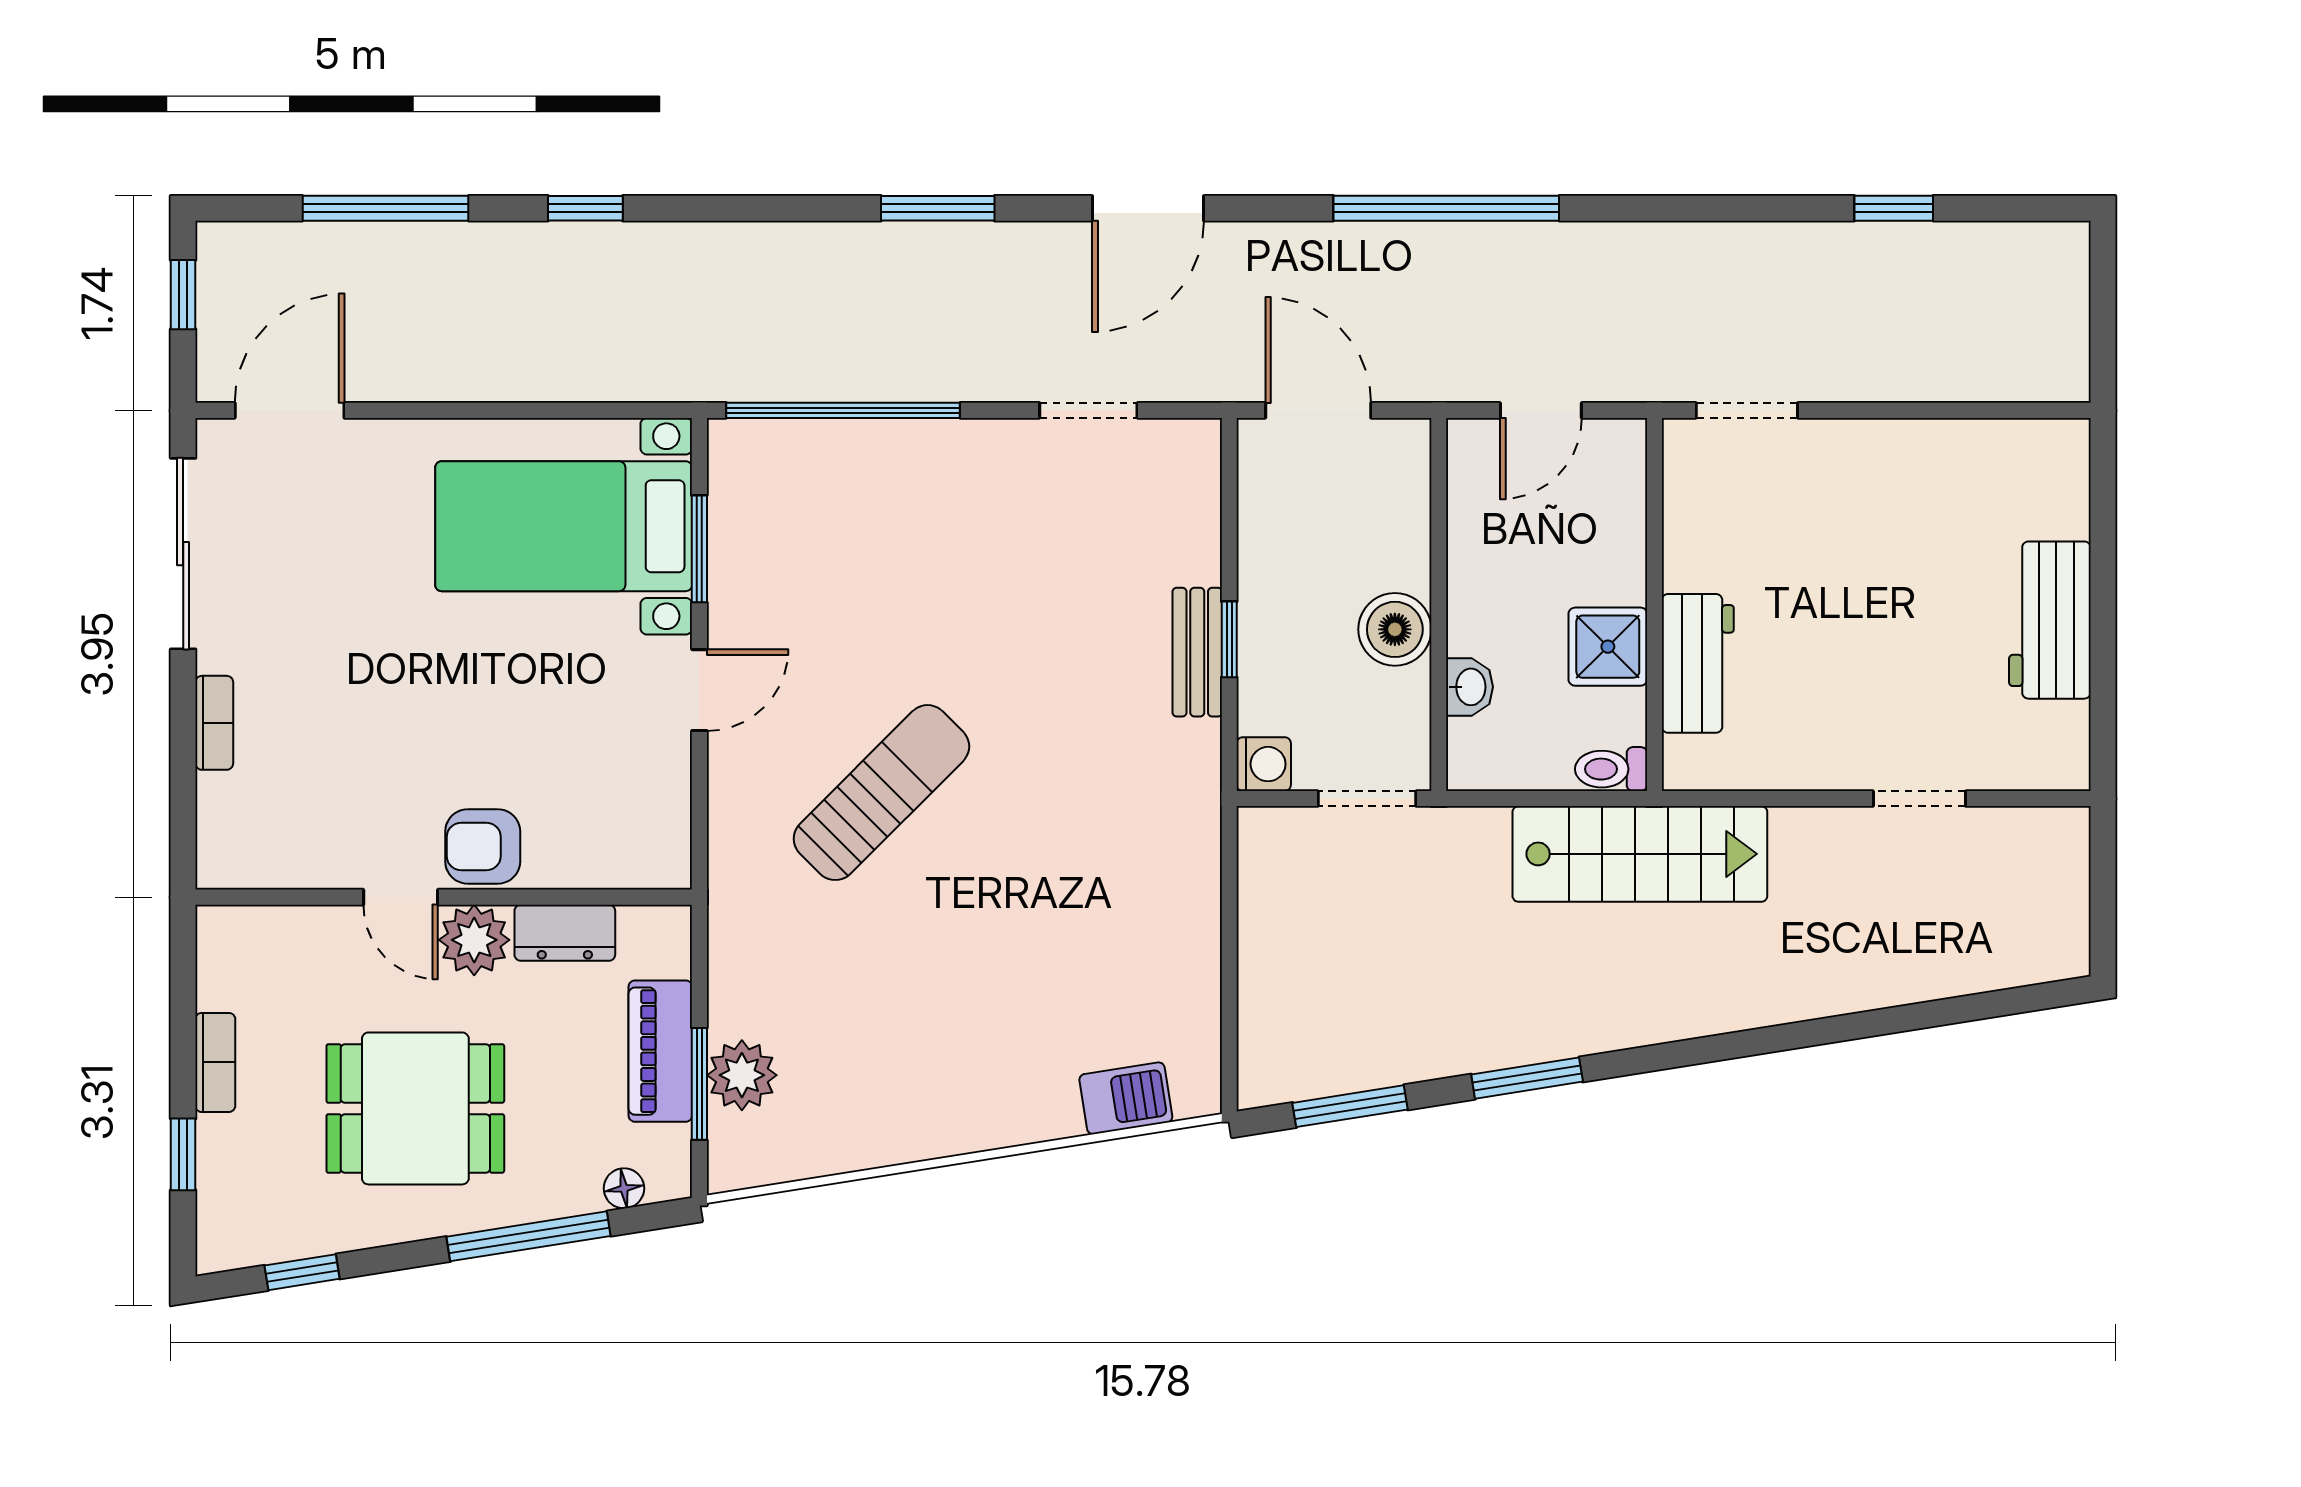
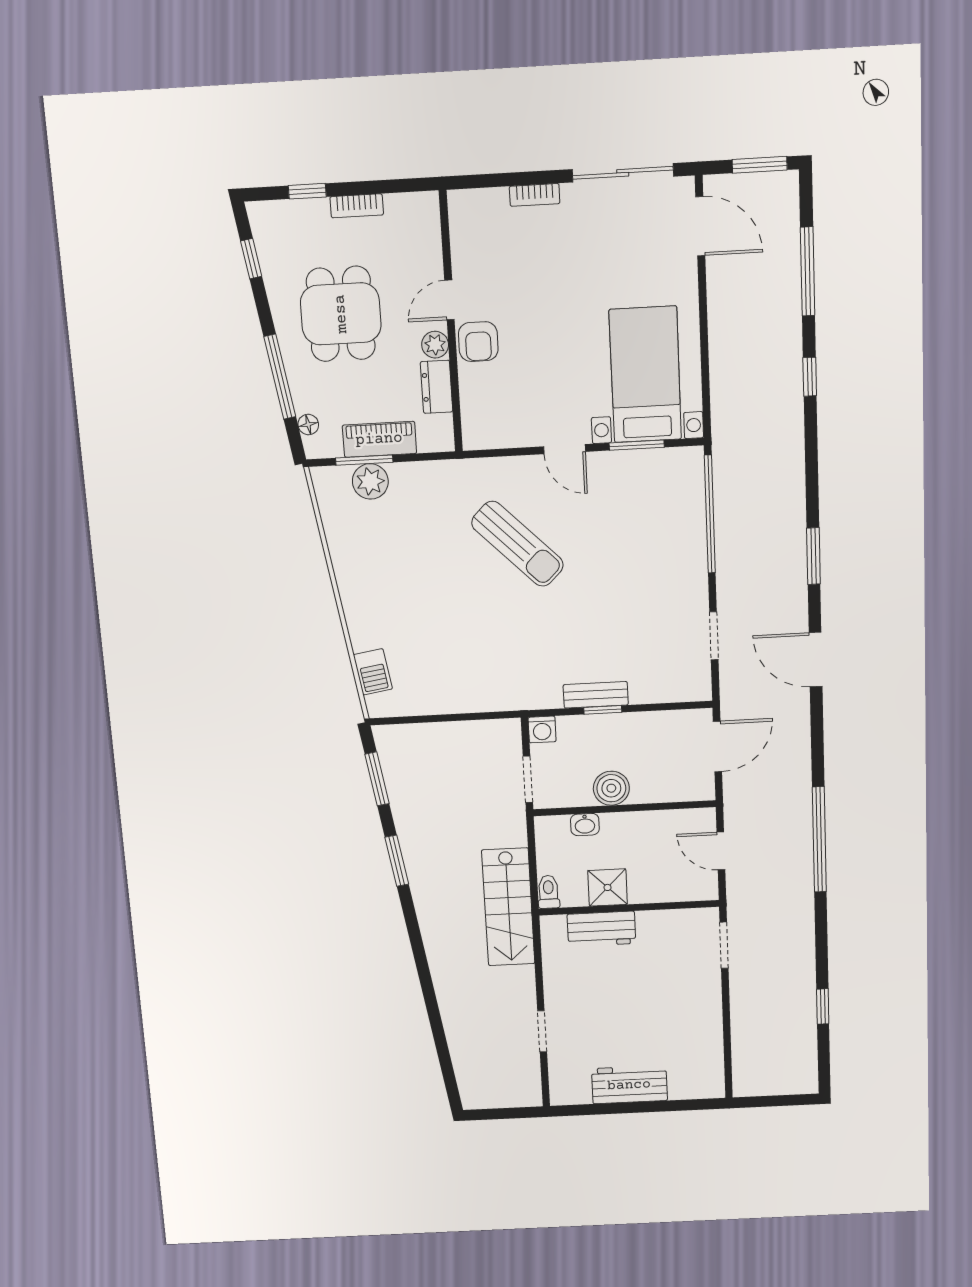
window: (1446, 208) -> (819, 840), moved
window: (183, 295) -> (760, 165), width x1.50
armchair: (483, 846) -> (478, 342), turned 180
plant: (474, 940) -> (435, 345), width x0.73, depth x0.73

